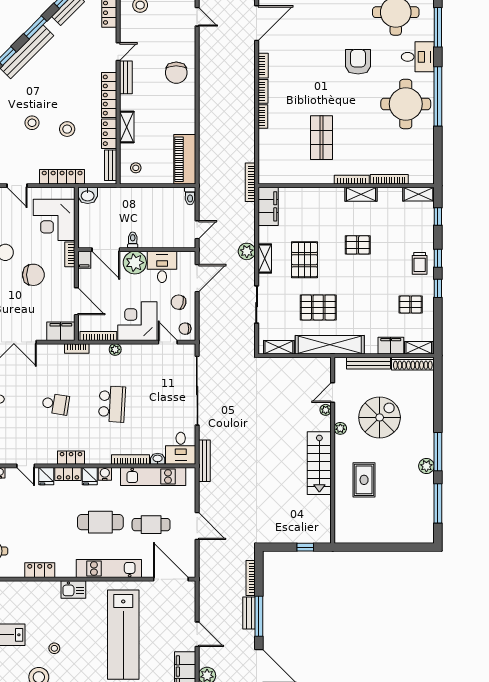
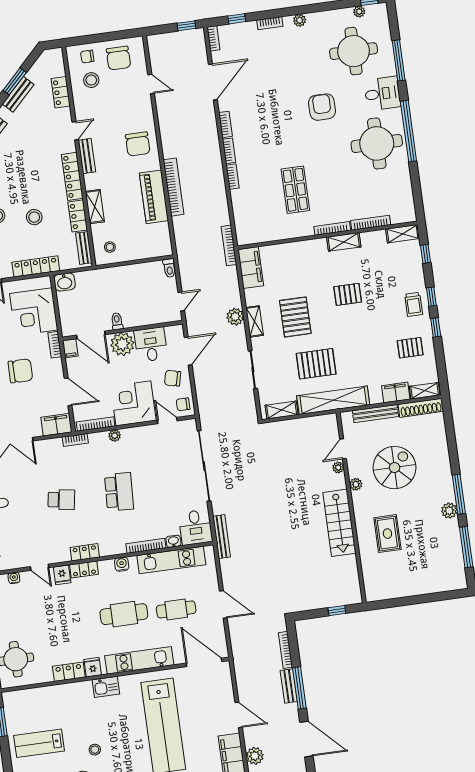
bookcase: (205, 119) -> (174, 187), added
piano: (185, 159) -> (154, 197), moved
fridge: (90, 476) -> (93, 667), moved, turned 180

